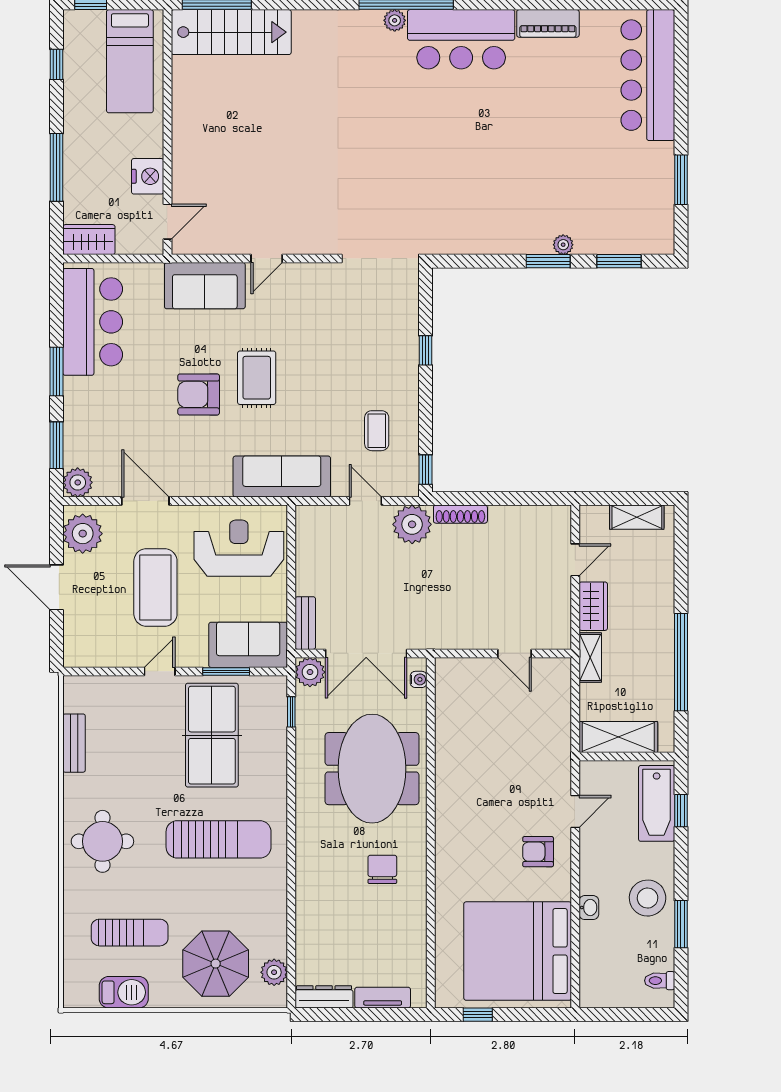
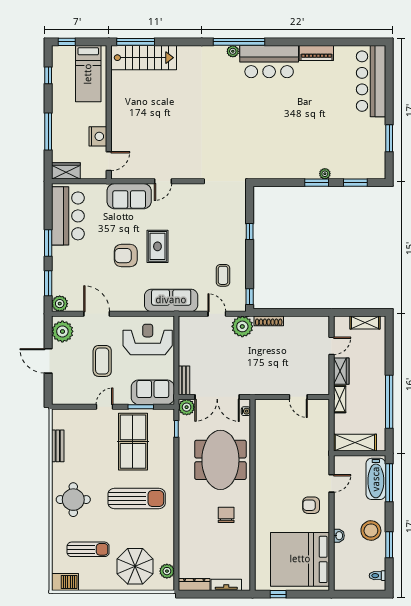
coffee table: (155, 587) -> (102, 361), width x0.73, depth x0.76
window: (681, 811) -> (389, 483), width x2.17
barbecue: (124, 992) -> (65, 582), moved

